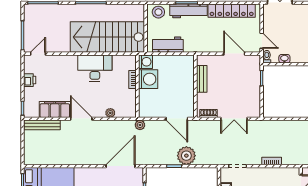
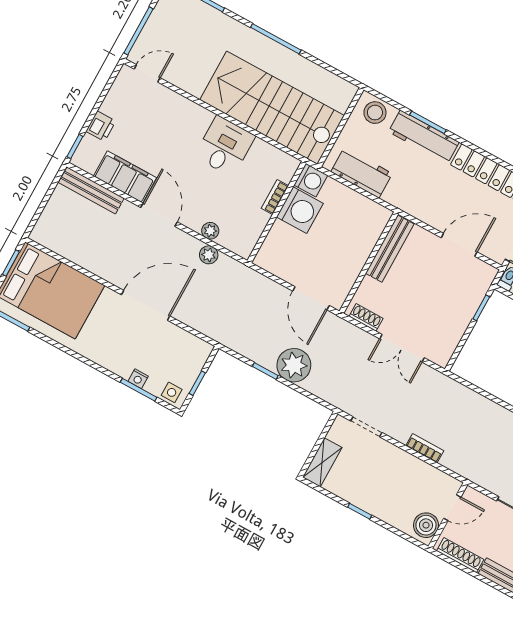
door: (234, 54) -> (459, 245), hinge flipped
desk: (95, 68) -> (225, 146), width x0.73
bench: (202, 79) -> (390, 249), width x1.36
printer: (30, 80) -> (101, 126), moved
plant: (140, 125) -> (209, 255), moved
door: (120, 166) -> (146, 305), moved

